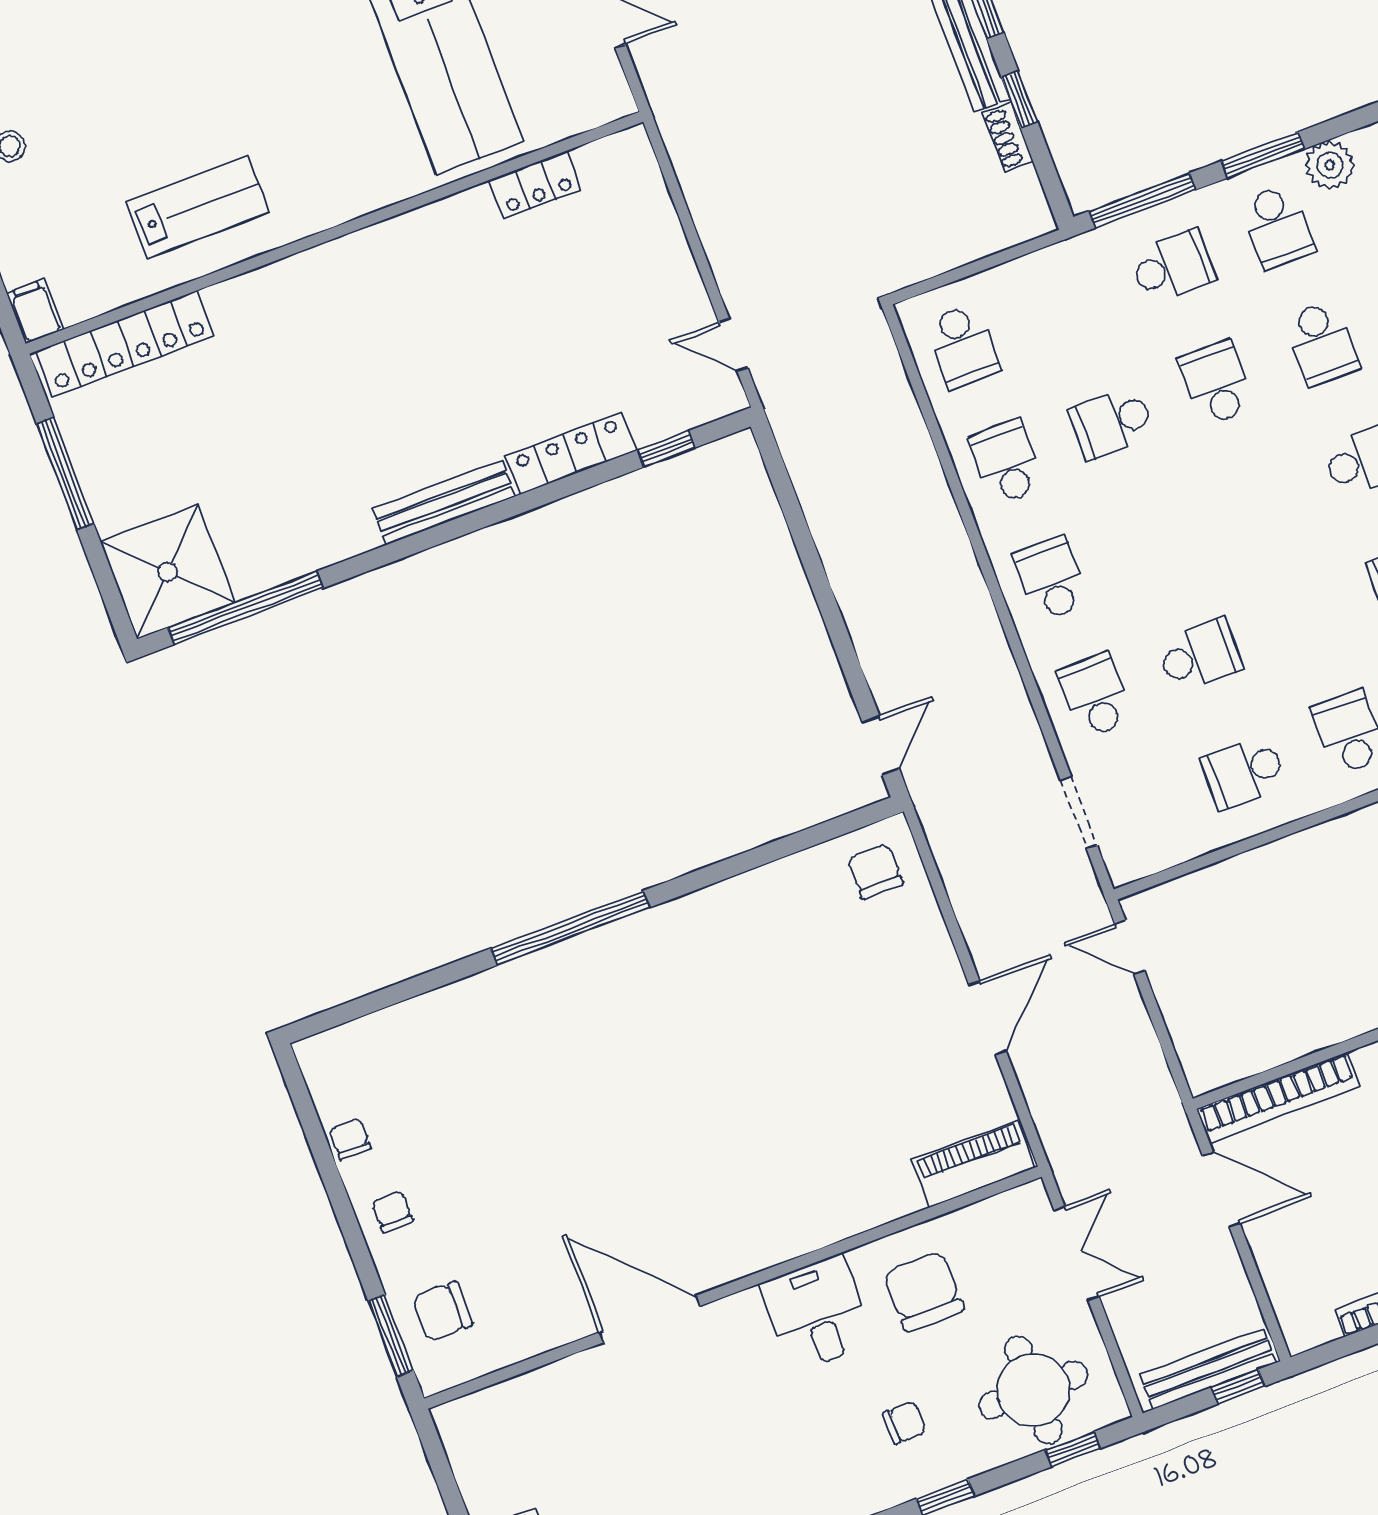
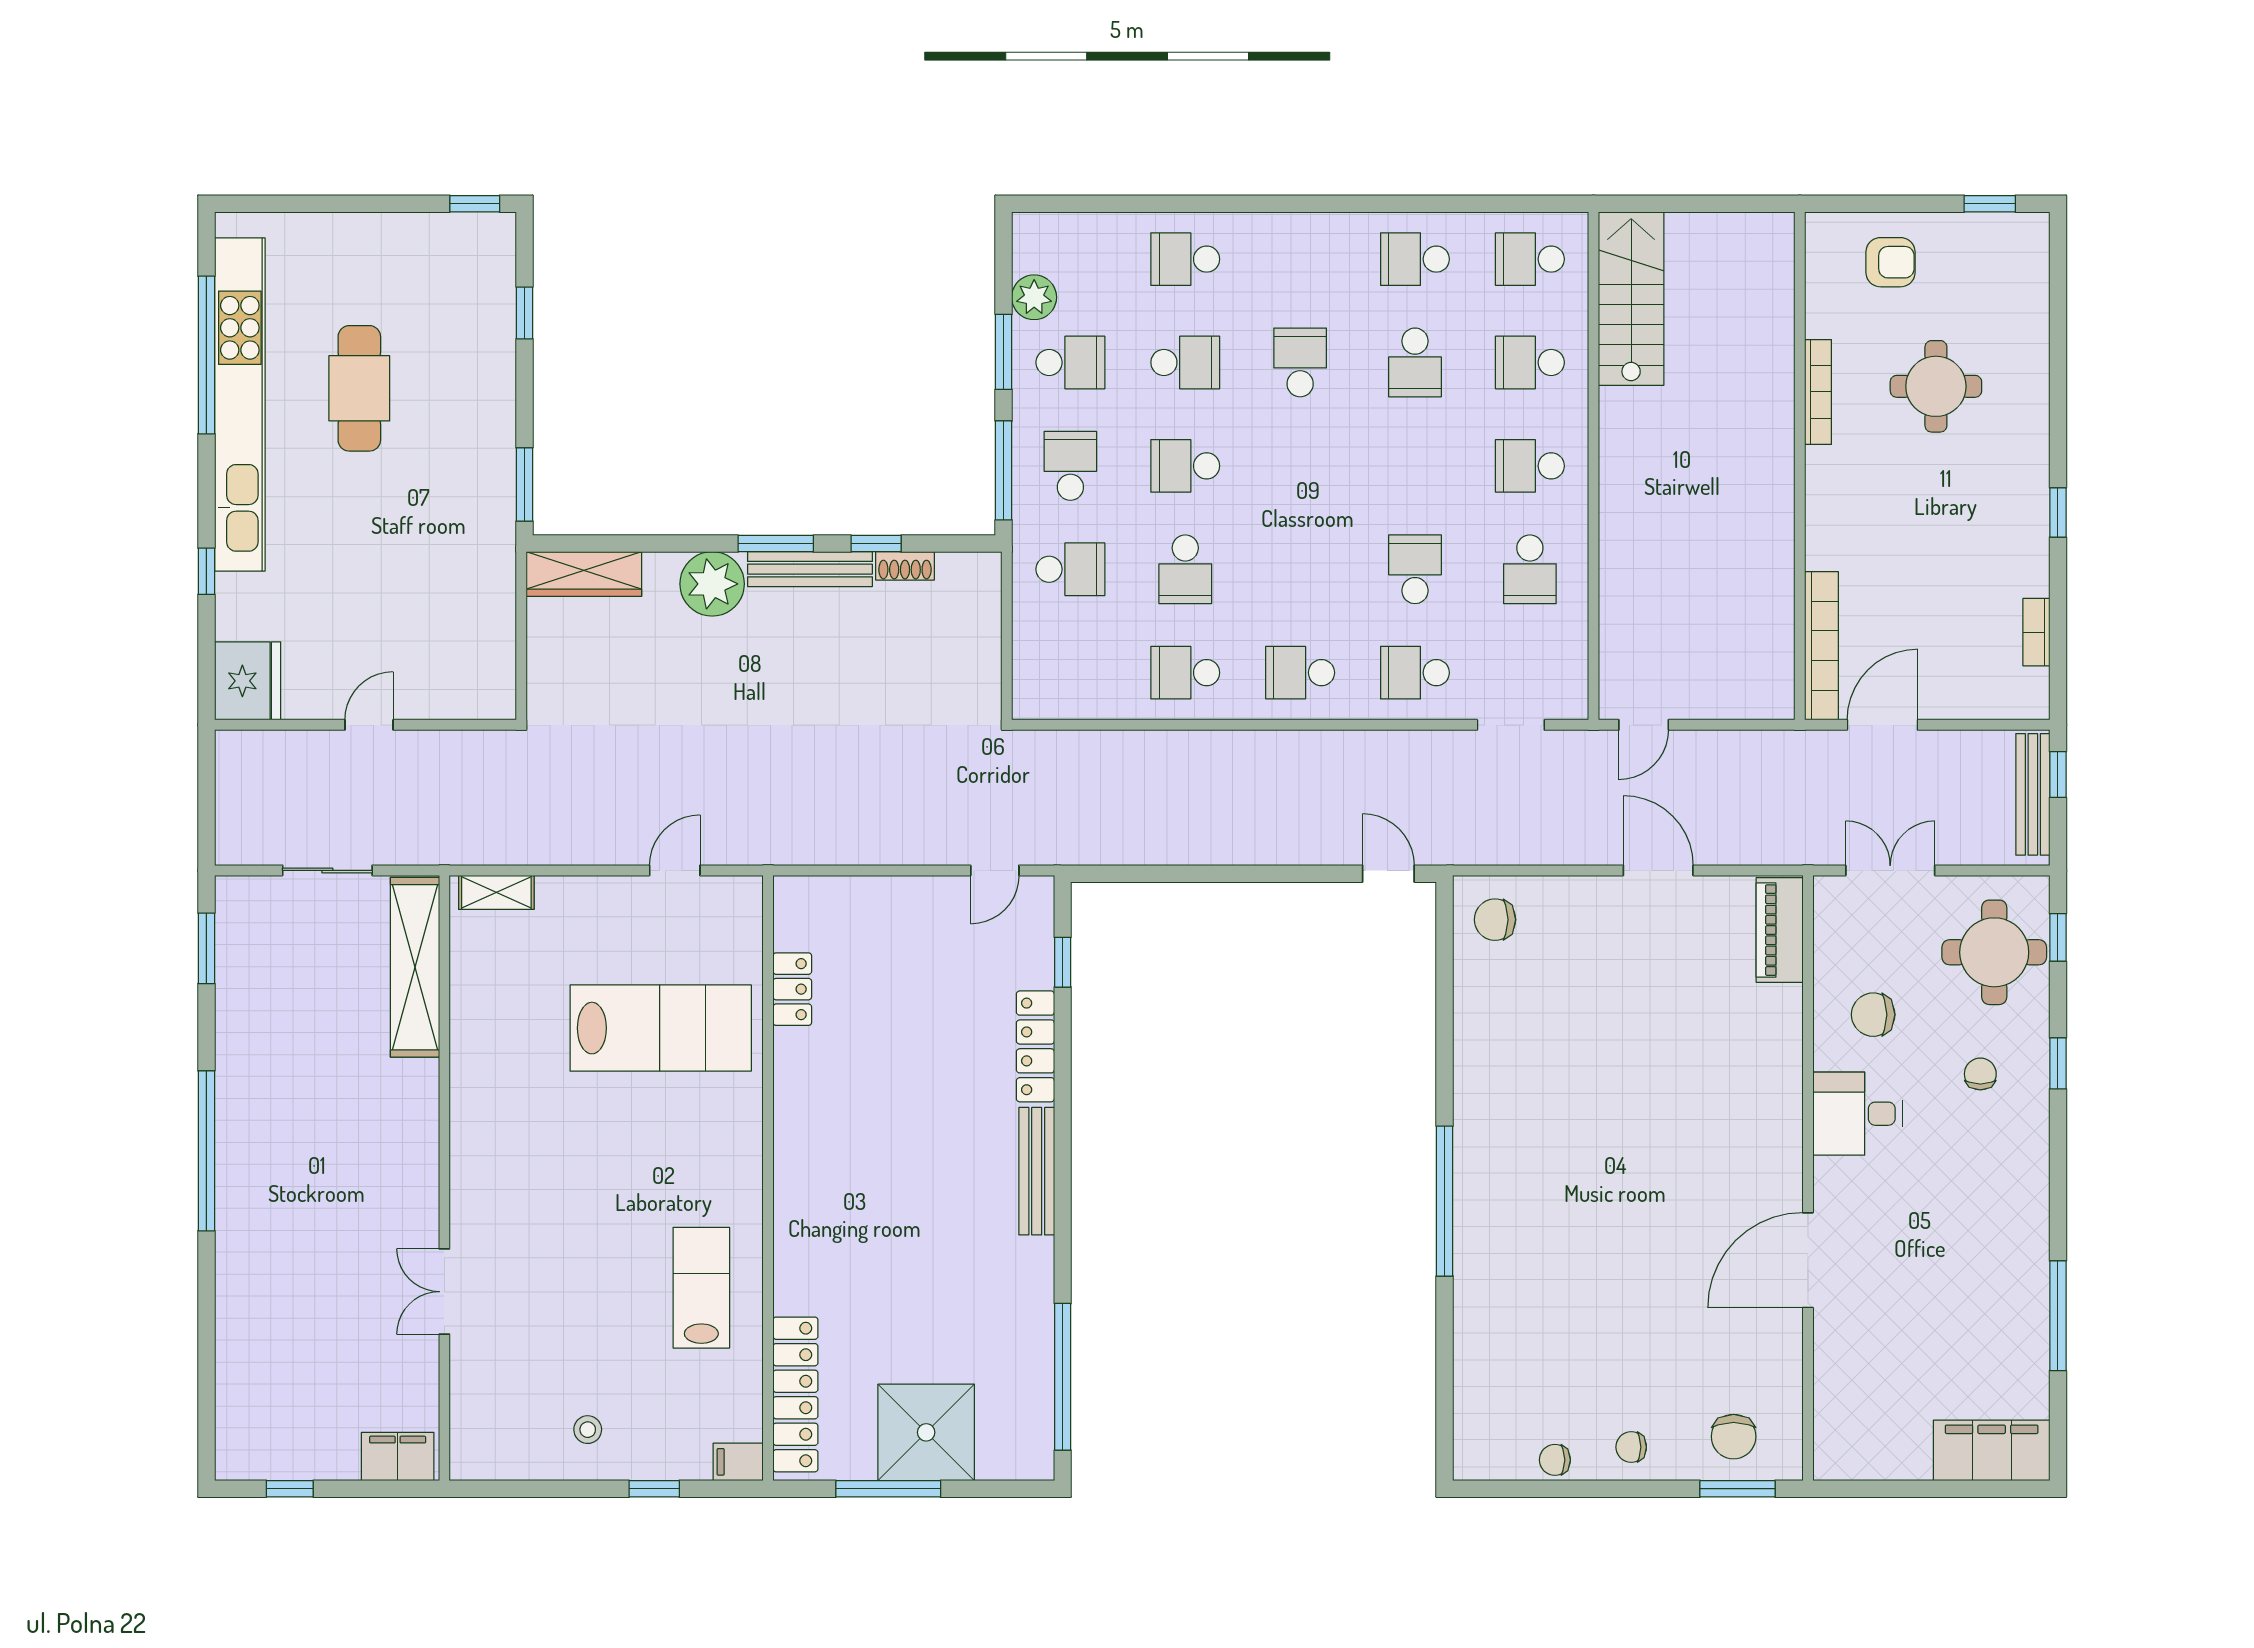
school desk: (963, 346) -> (1070, 569), moved
shower: (168, 572) -> (926, 1432), moved
chair: (924, 1291) -> (1873, 1015), width x0.73, depth x0.73

